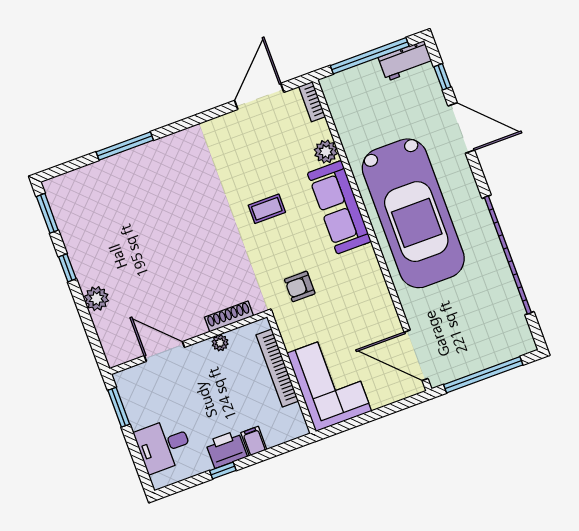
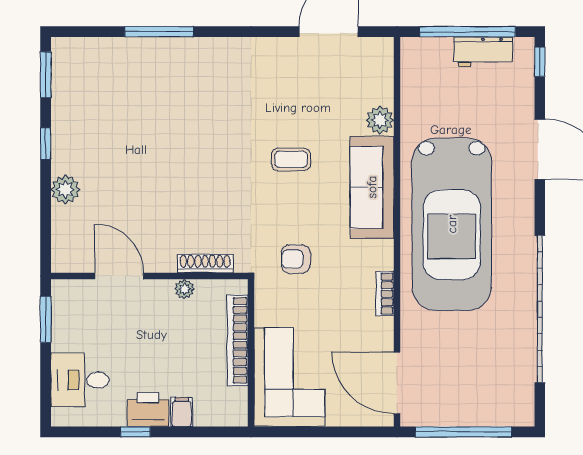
workbench: (406, 61) -> (483, 52), moved
window: (442, 77) -> (540, 62), moved
bookcase: (312, 102) -> (385, 294), moved

